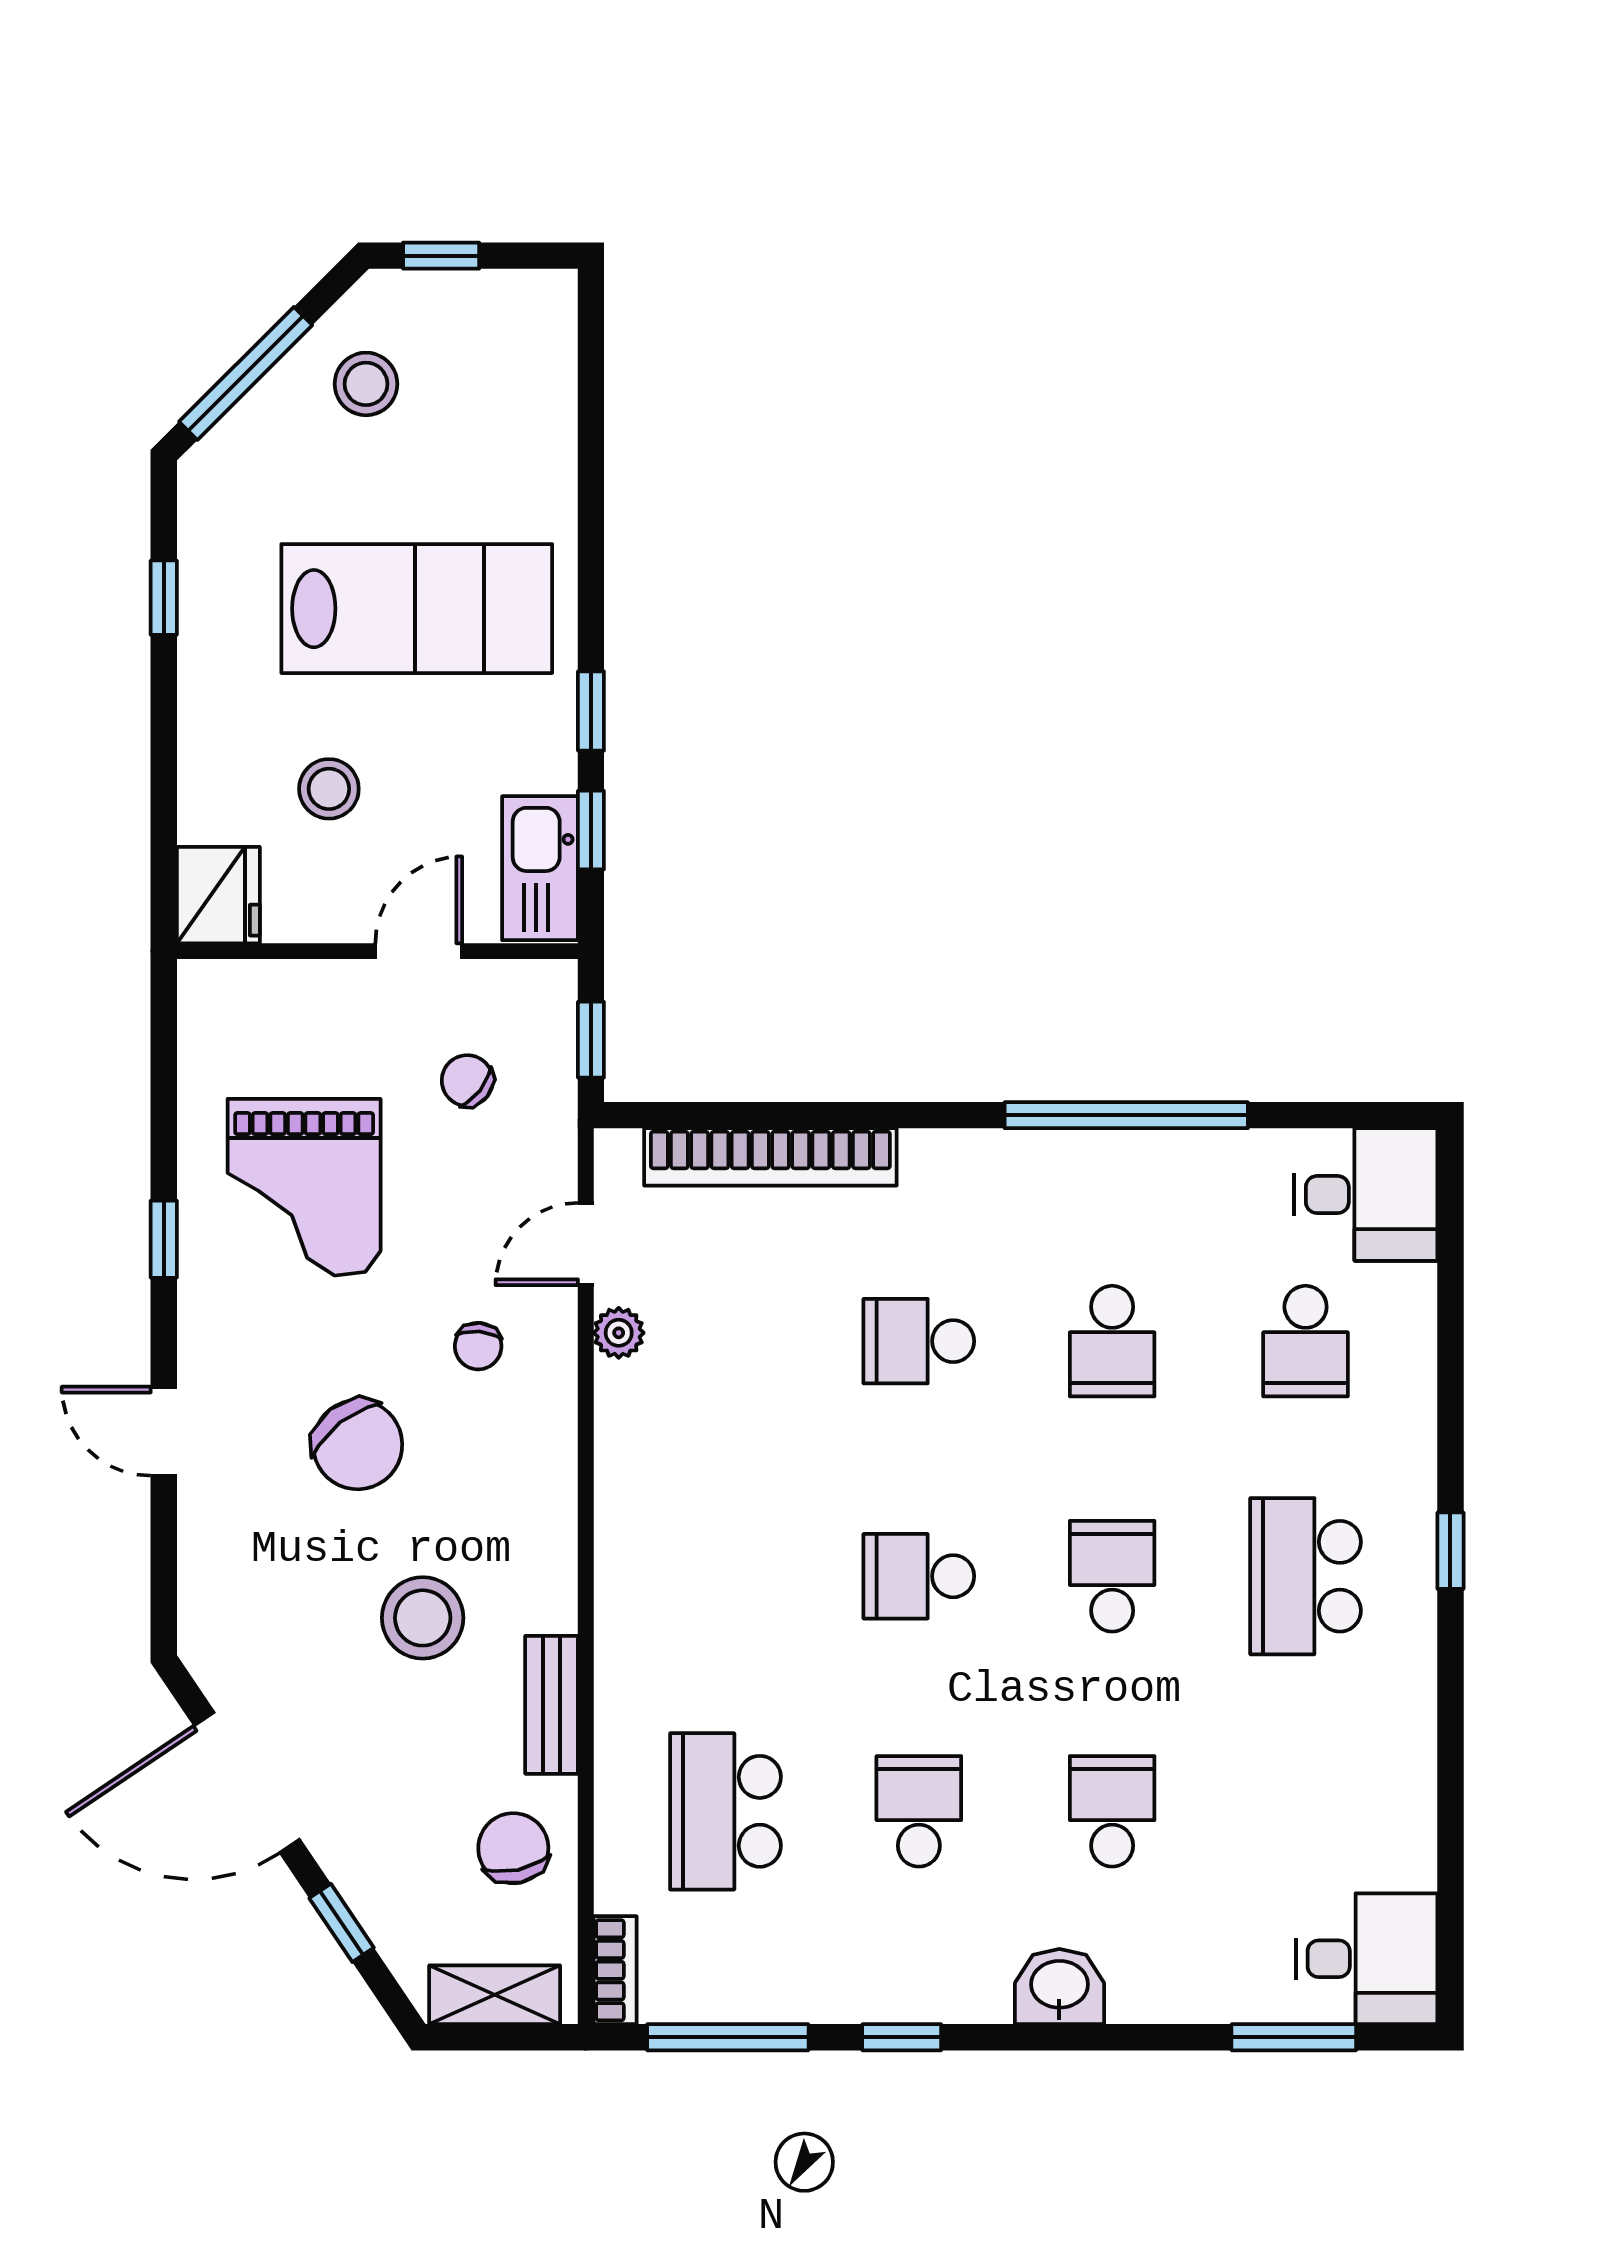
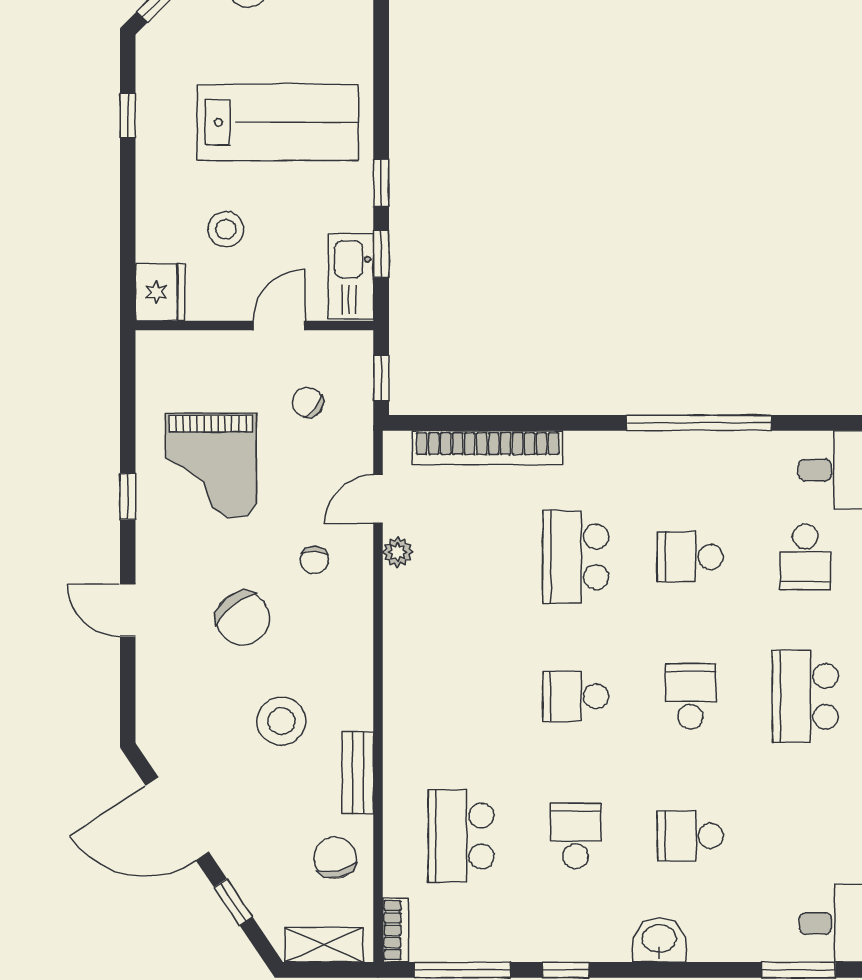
school desk: (919, 1341) -> (576, 557), width x1.85
school desk: (1112, 1341) -> (690, 557), turned 90
school desk: (1112, 1811) -> (690, 836), turned -90

